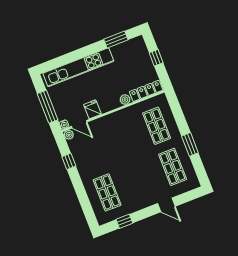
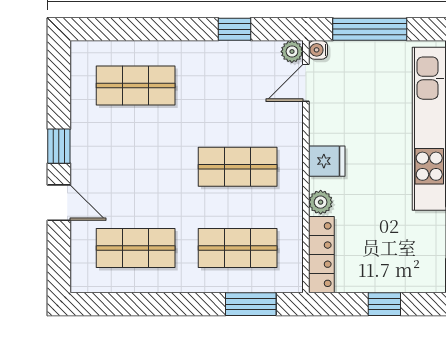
fridge: (92, 109) -> (327, 161), moved
shop shelf: (124, 139) -> (238, 167), added
window: (190, 144) -> (251, 304), moved
door: (166, 205) -> (59, 203), swing flipped
window: (124, 221) -> (59, 146), moved

